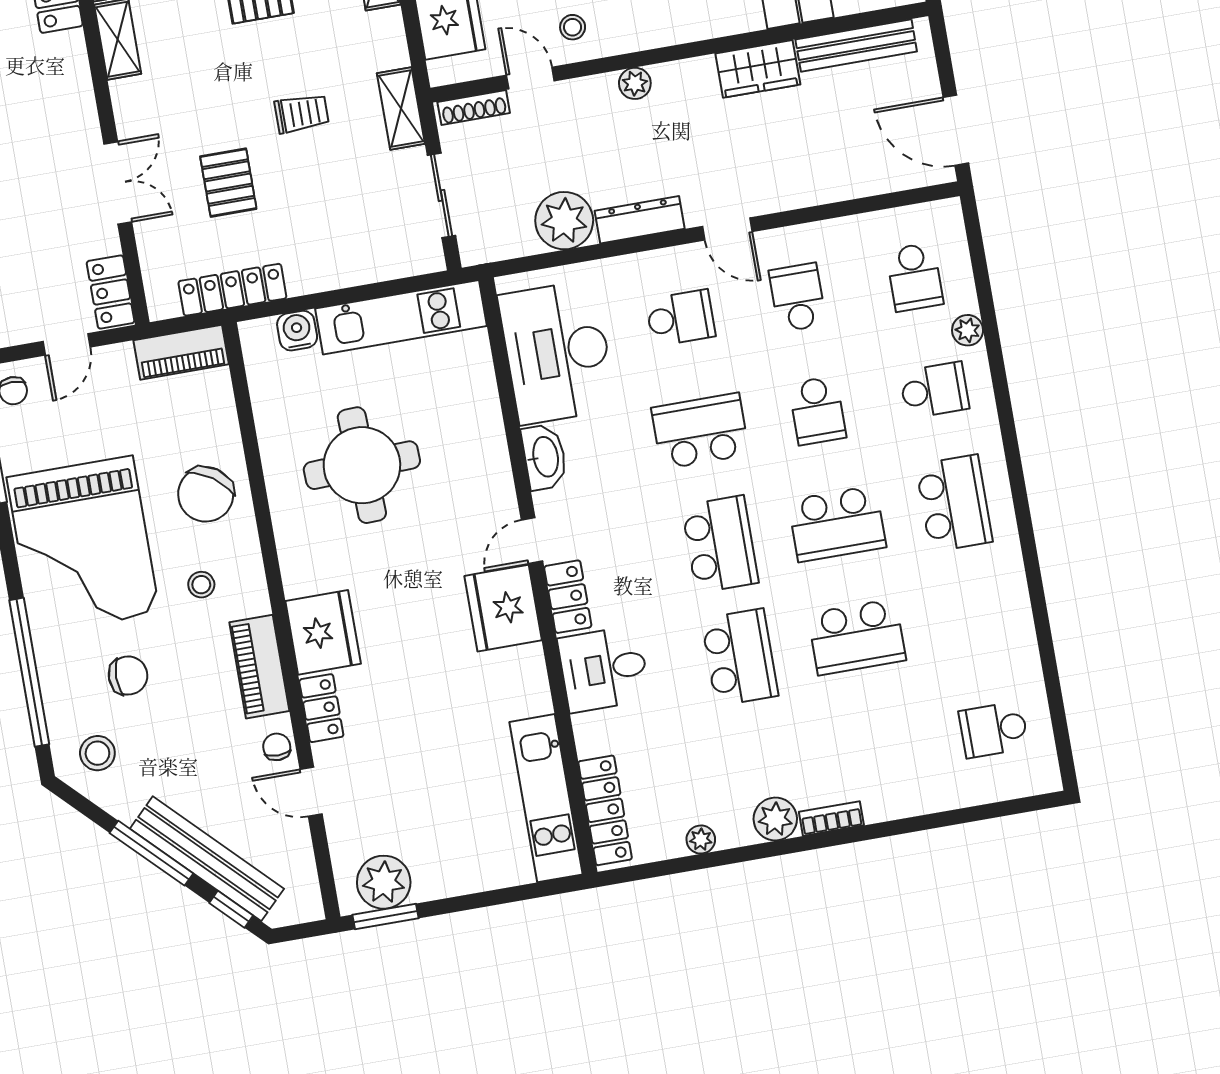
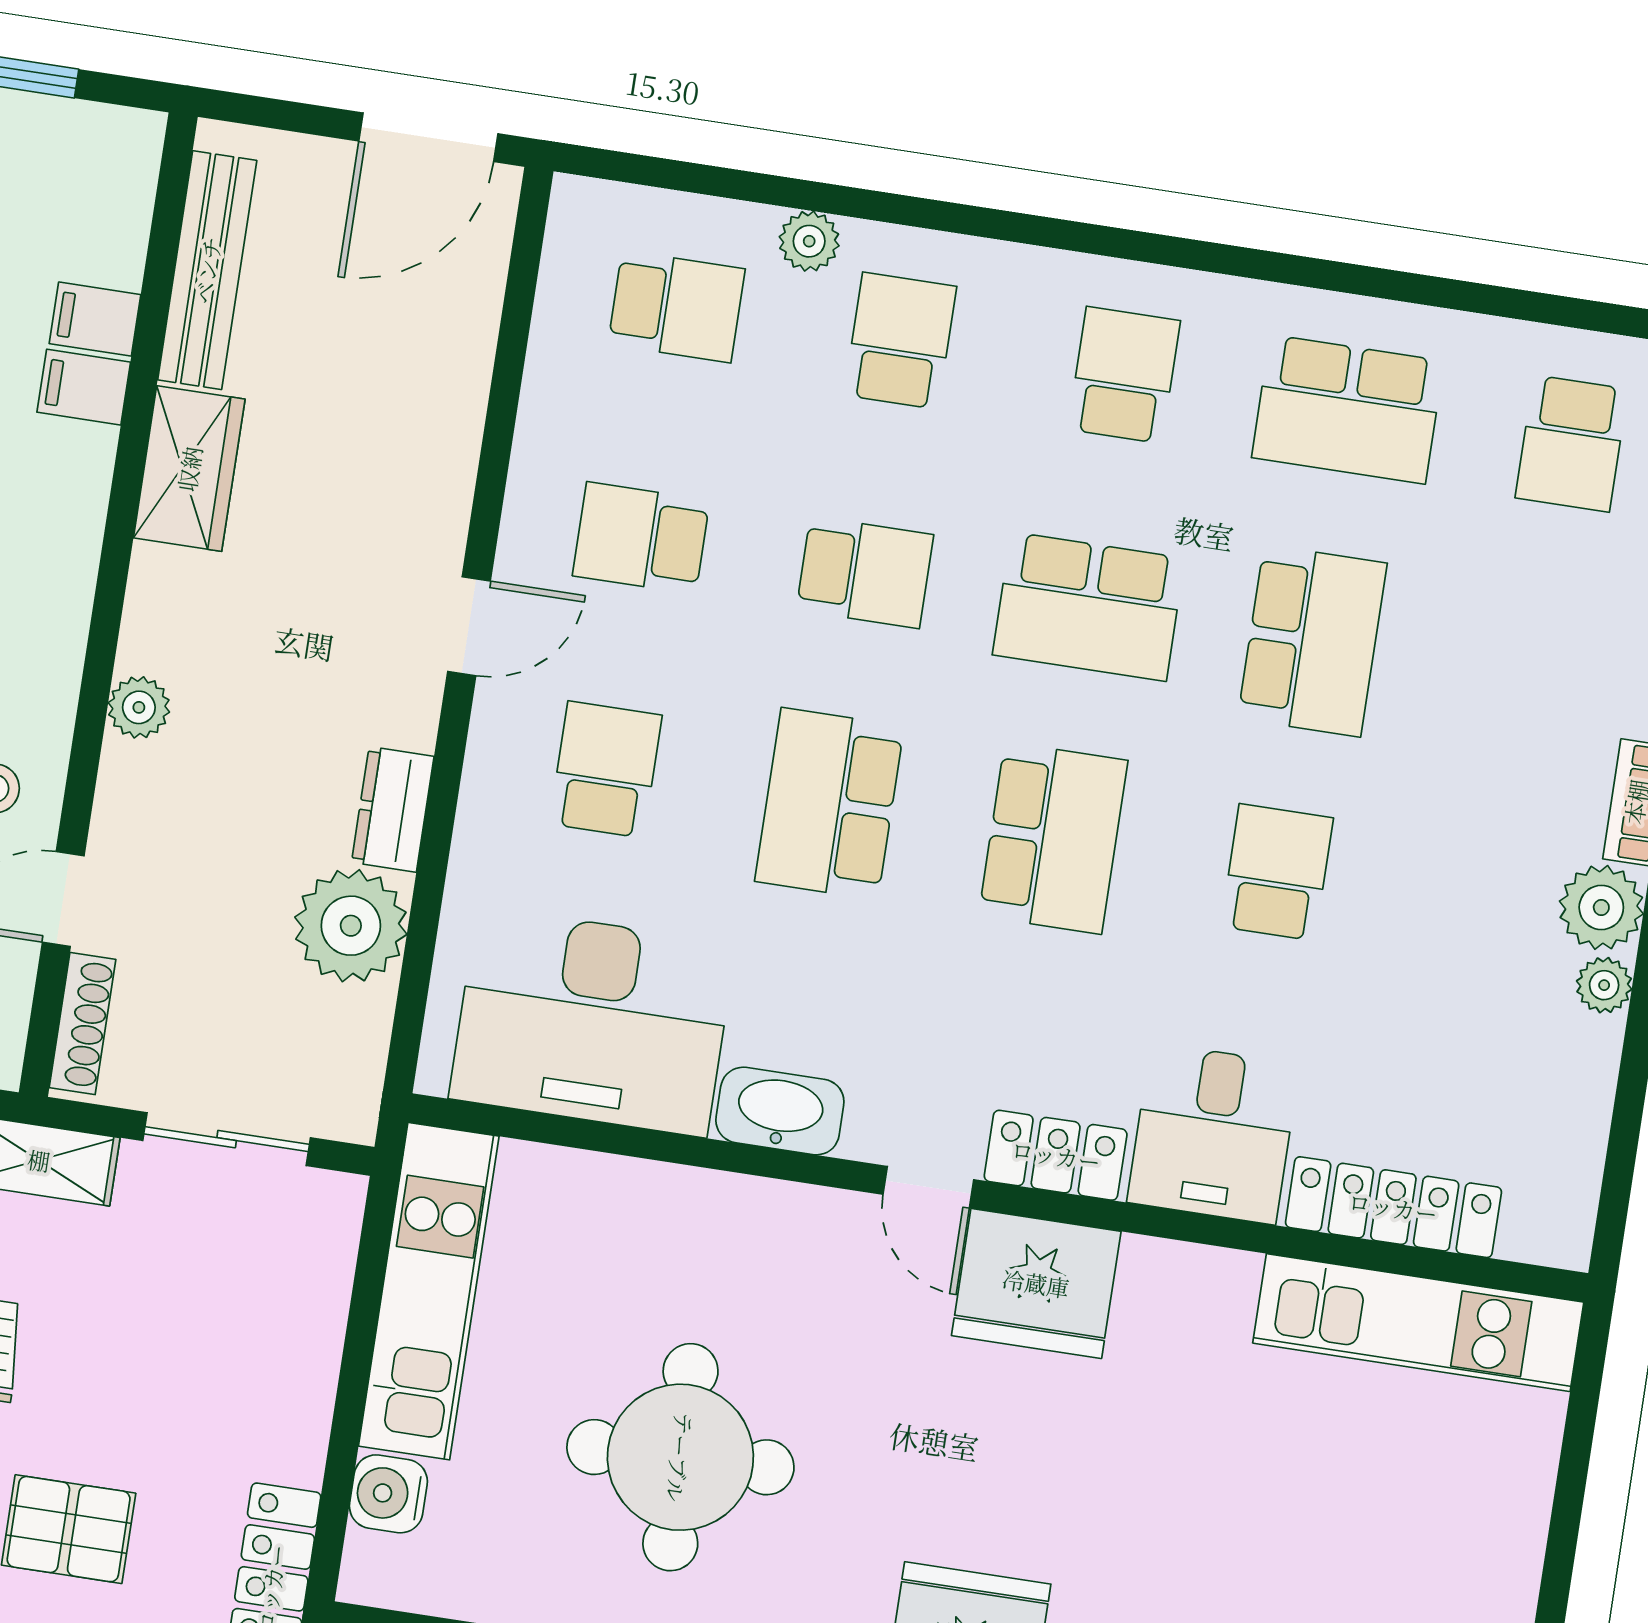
dresser: (640, 220) -> (393, 809), width x0.70
school desk: (954, 503) -> (1124, 375), width x0.54
school desk: (837, 524) -> (1089, 607), turned 90
school desk: (720, 544) -> (1053, 838), turned 90
school desk: (974, 616) -> (1348, 409), added
school desk: (740, 657) -> (1277, 872), width x0.54
locker: (605, 810) -> (1393, 1207), moved
plant: (701, 839) -> (1604, 985), moved

